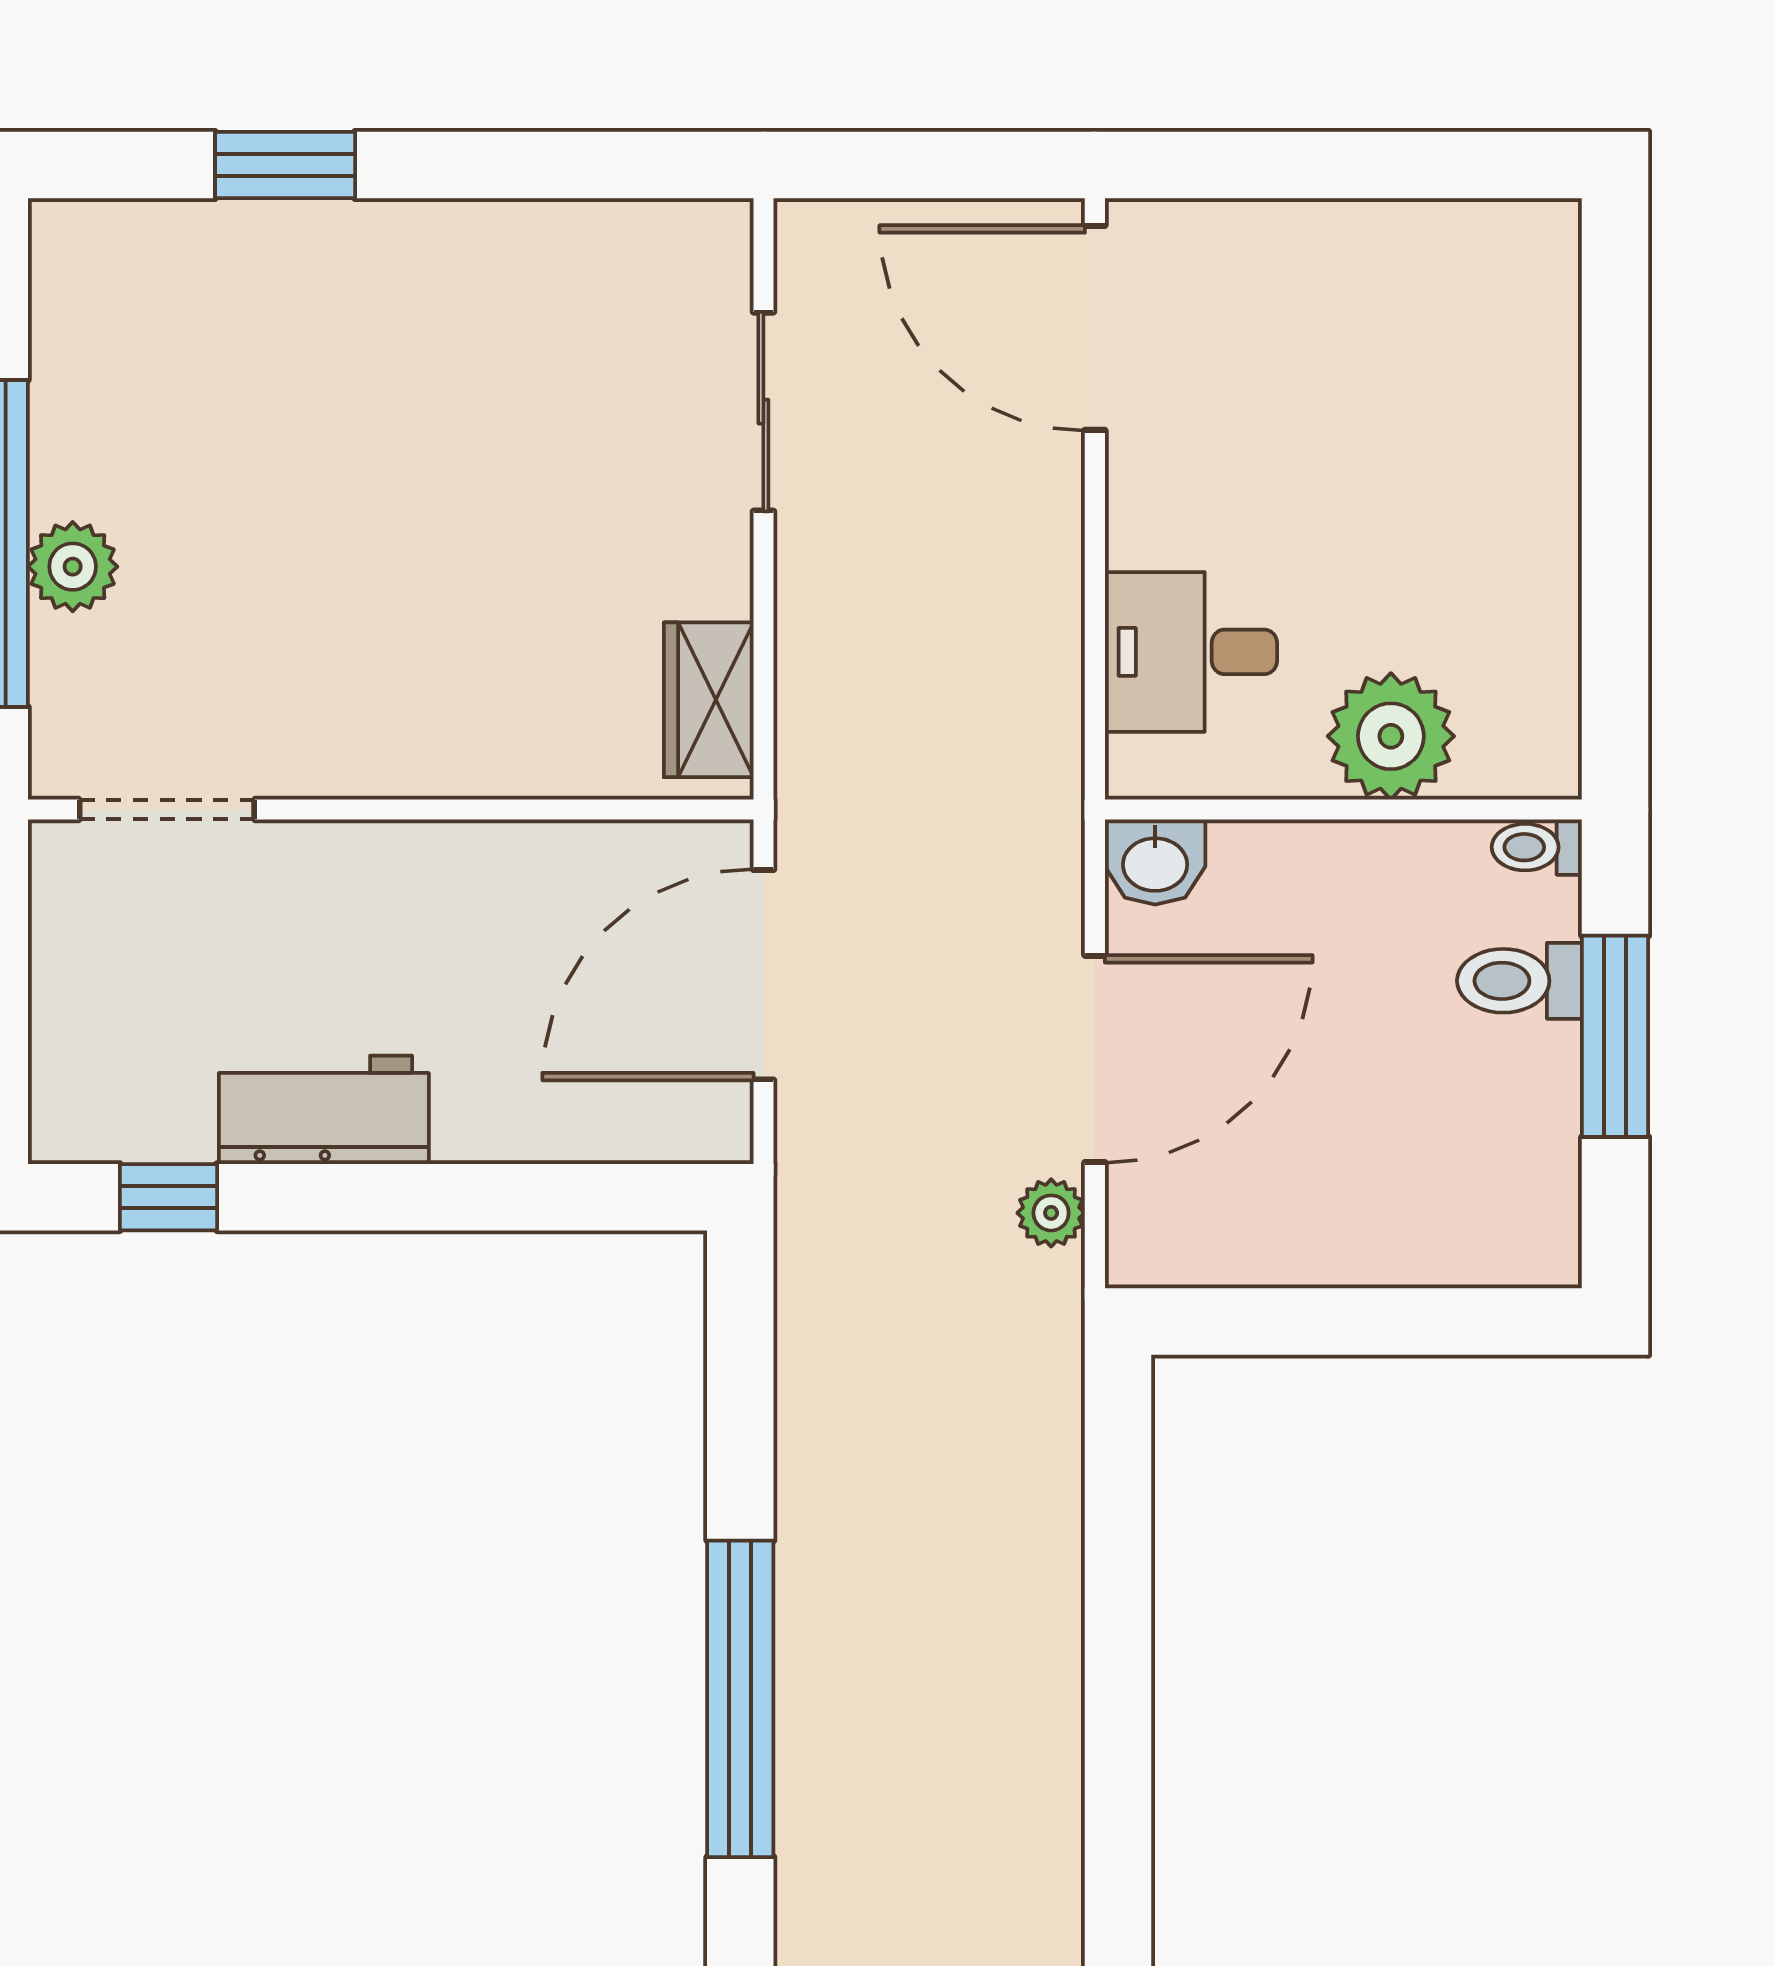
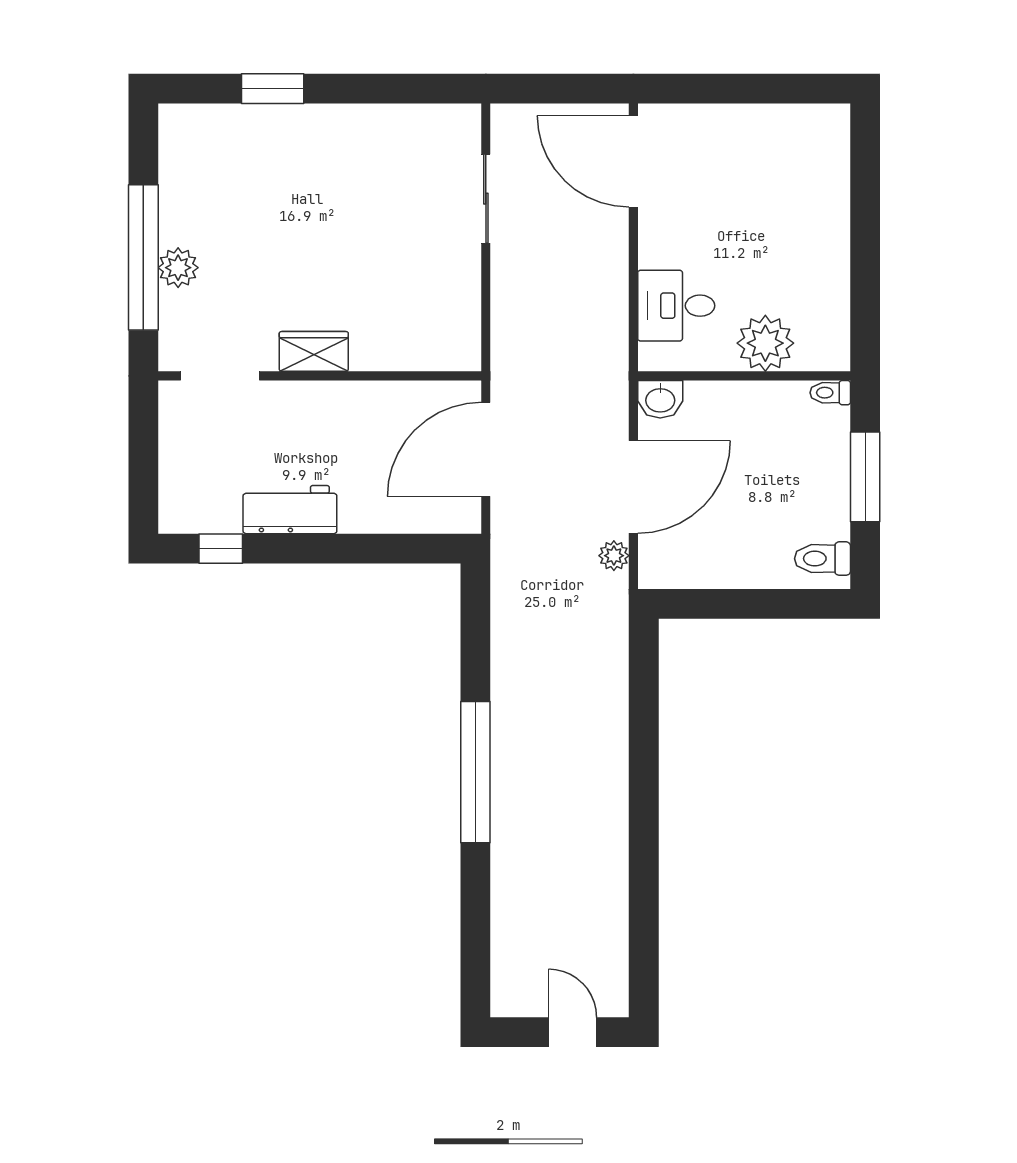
wardrobe: (709, 700) -> (314, 351), moved, turned 90
toilet: (1519, 981) -> (823, 559), moved

